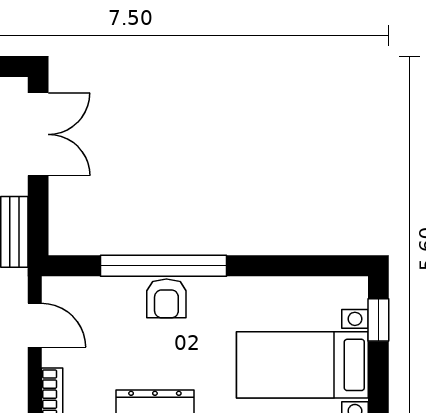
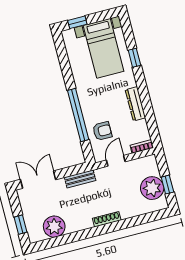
armchair: (166, 298) -> (102, 131), moved

